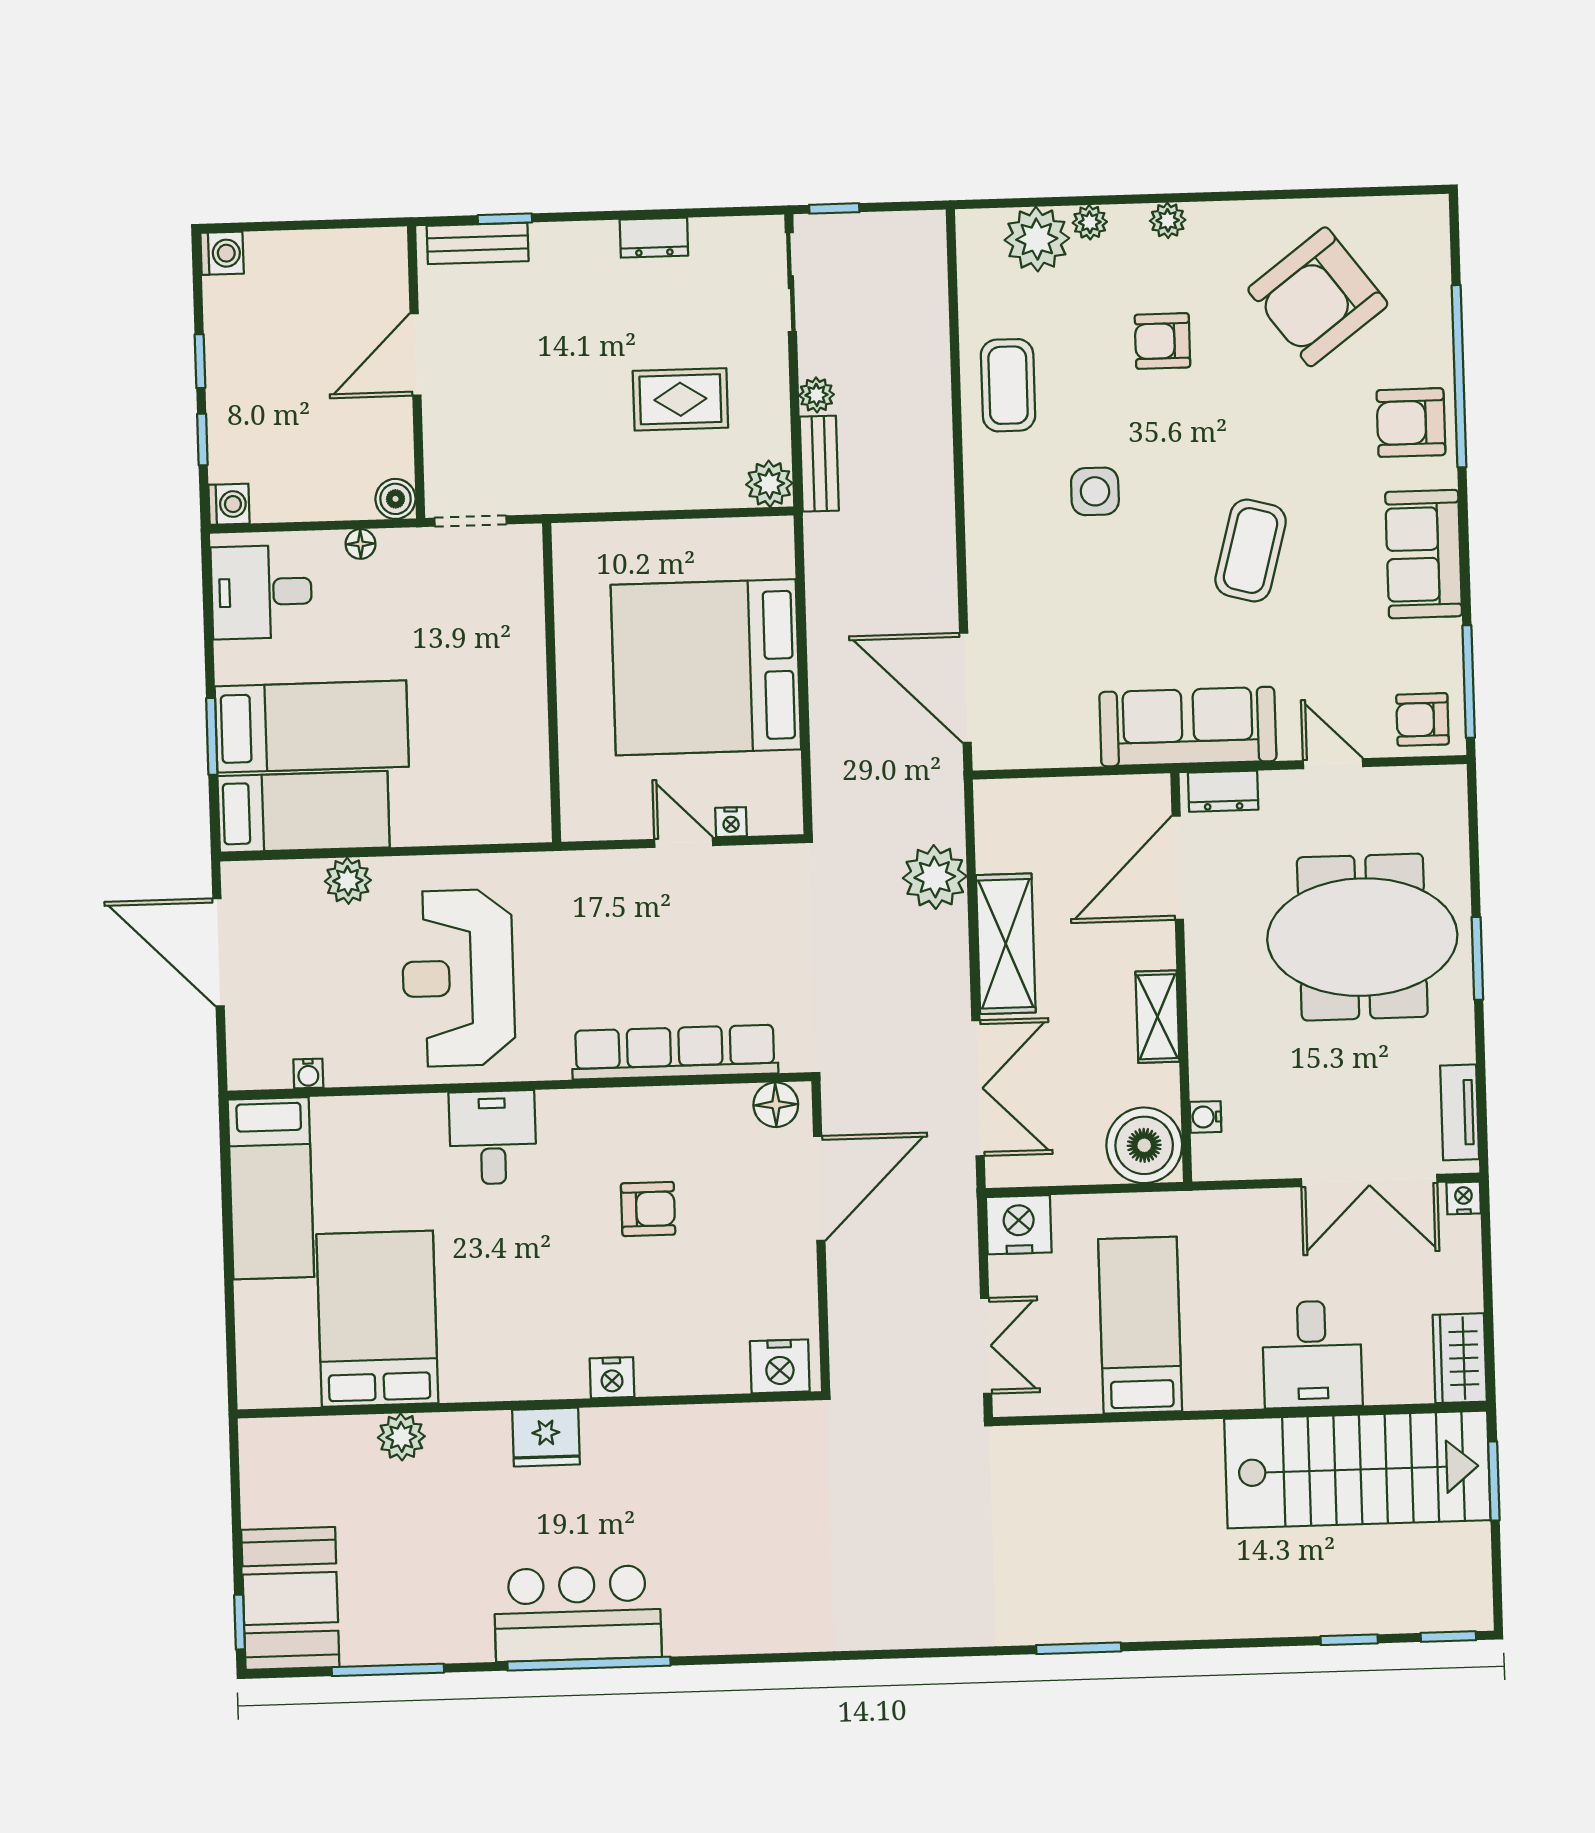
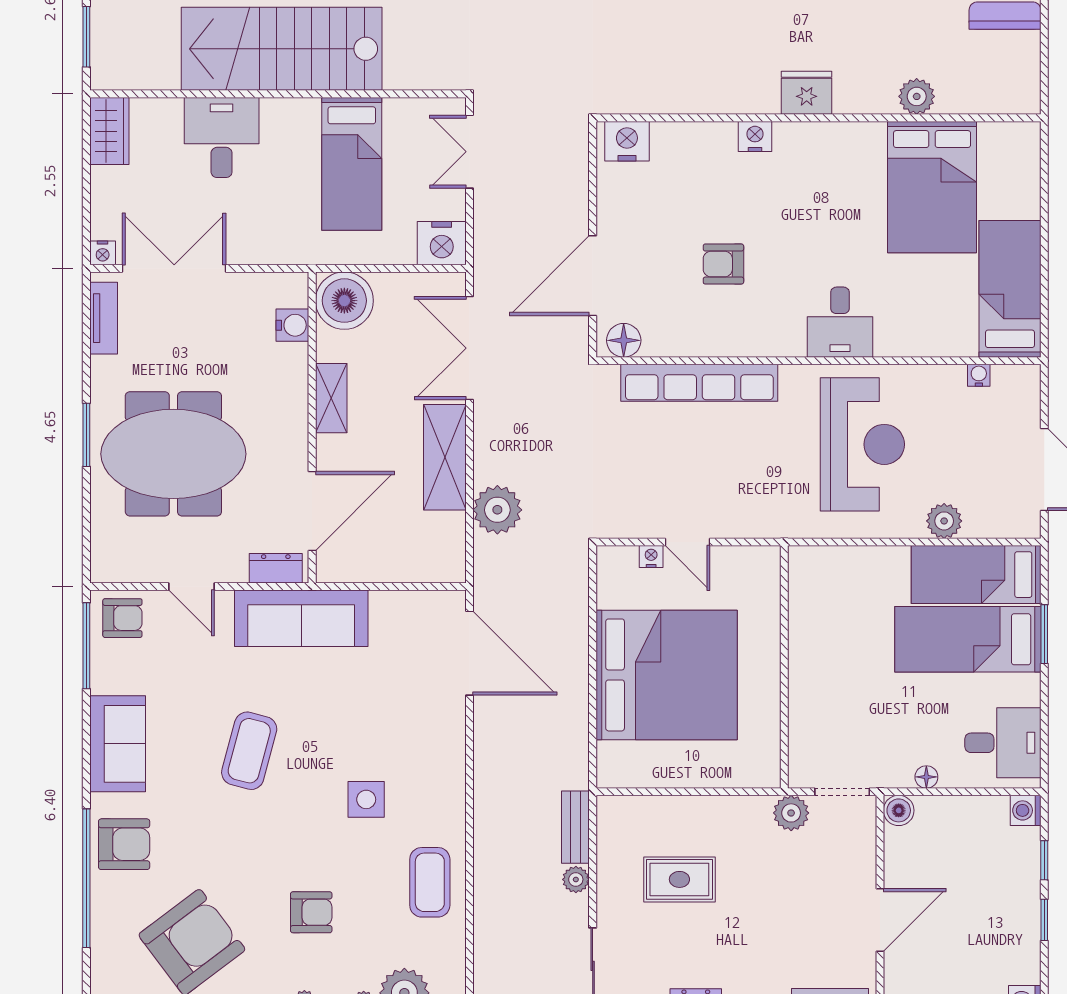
plant: (769, 484) -> (791, 813), moved
water cooler: (1206, 1117) -> (292, 325), width x1.38, depth x1.38
stairs: (1357, 1470) -> (282, 49), moved

